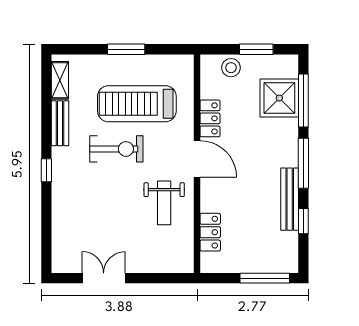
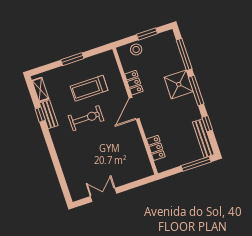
shower: (279, 98) -> (179, 84), moved
treadmill: (137, 104) -> (89, 88), width x0.73, depth x0.73
door: (197, 159) -> (134, 108), swing flipped
window: (46, 170) -> (40, 115), moved
bench: (290, 199) -> (203, 138), moved
weight bench: (164, 203) -> (124, 140), removed

